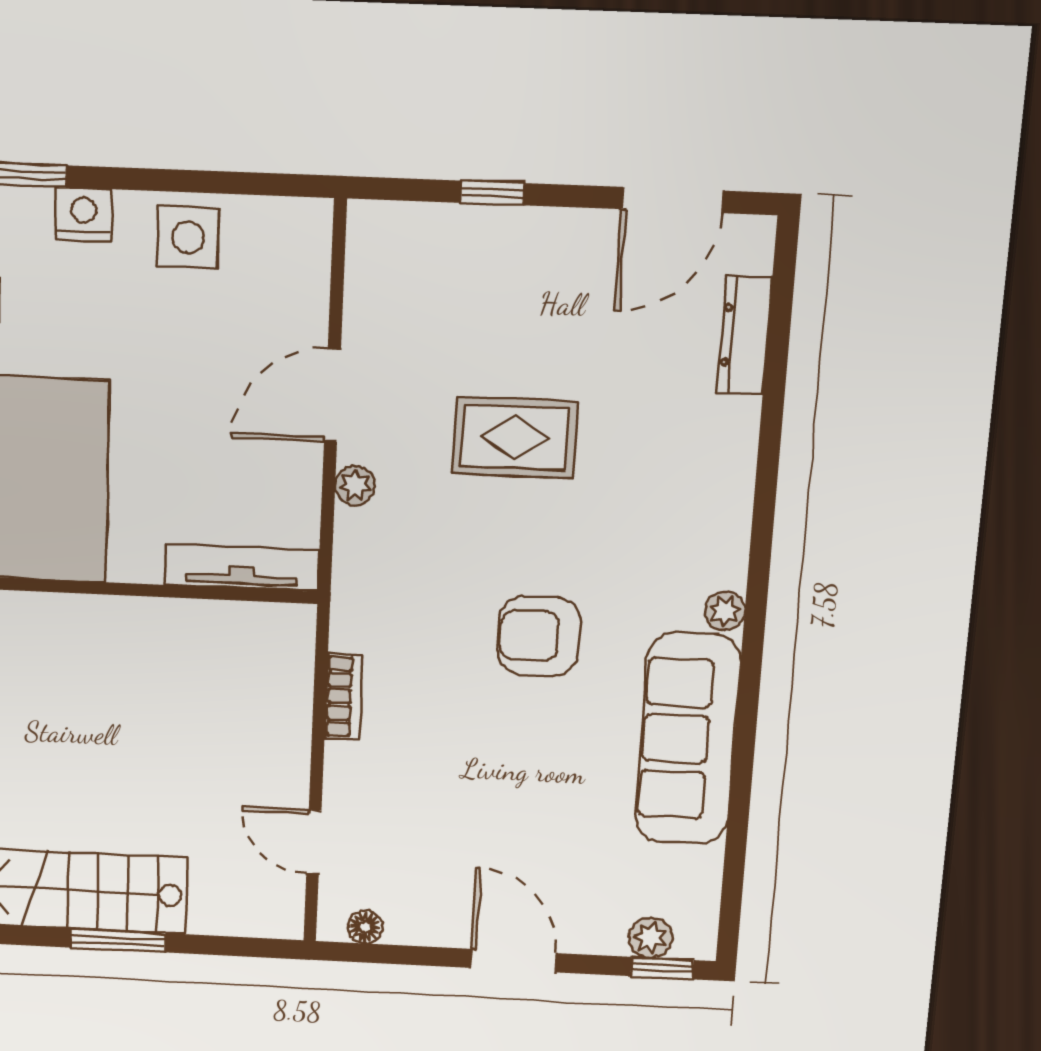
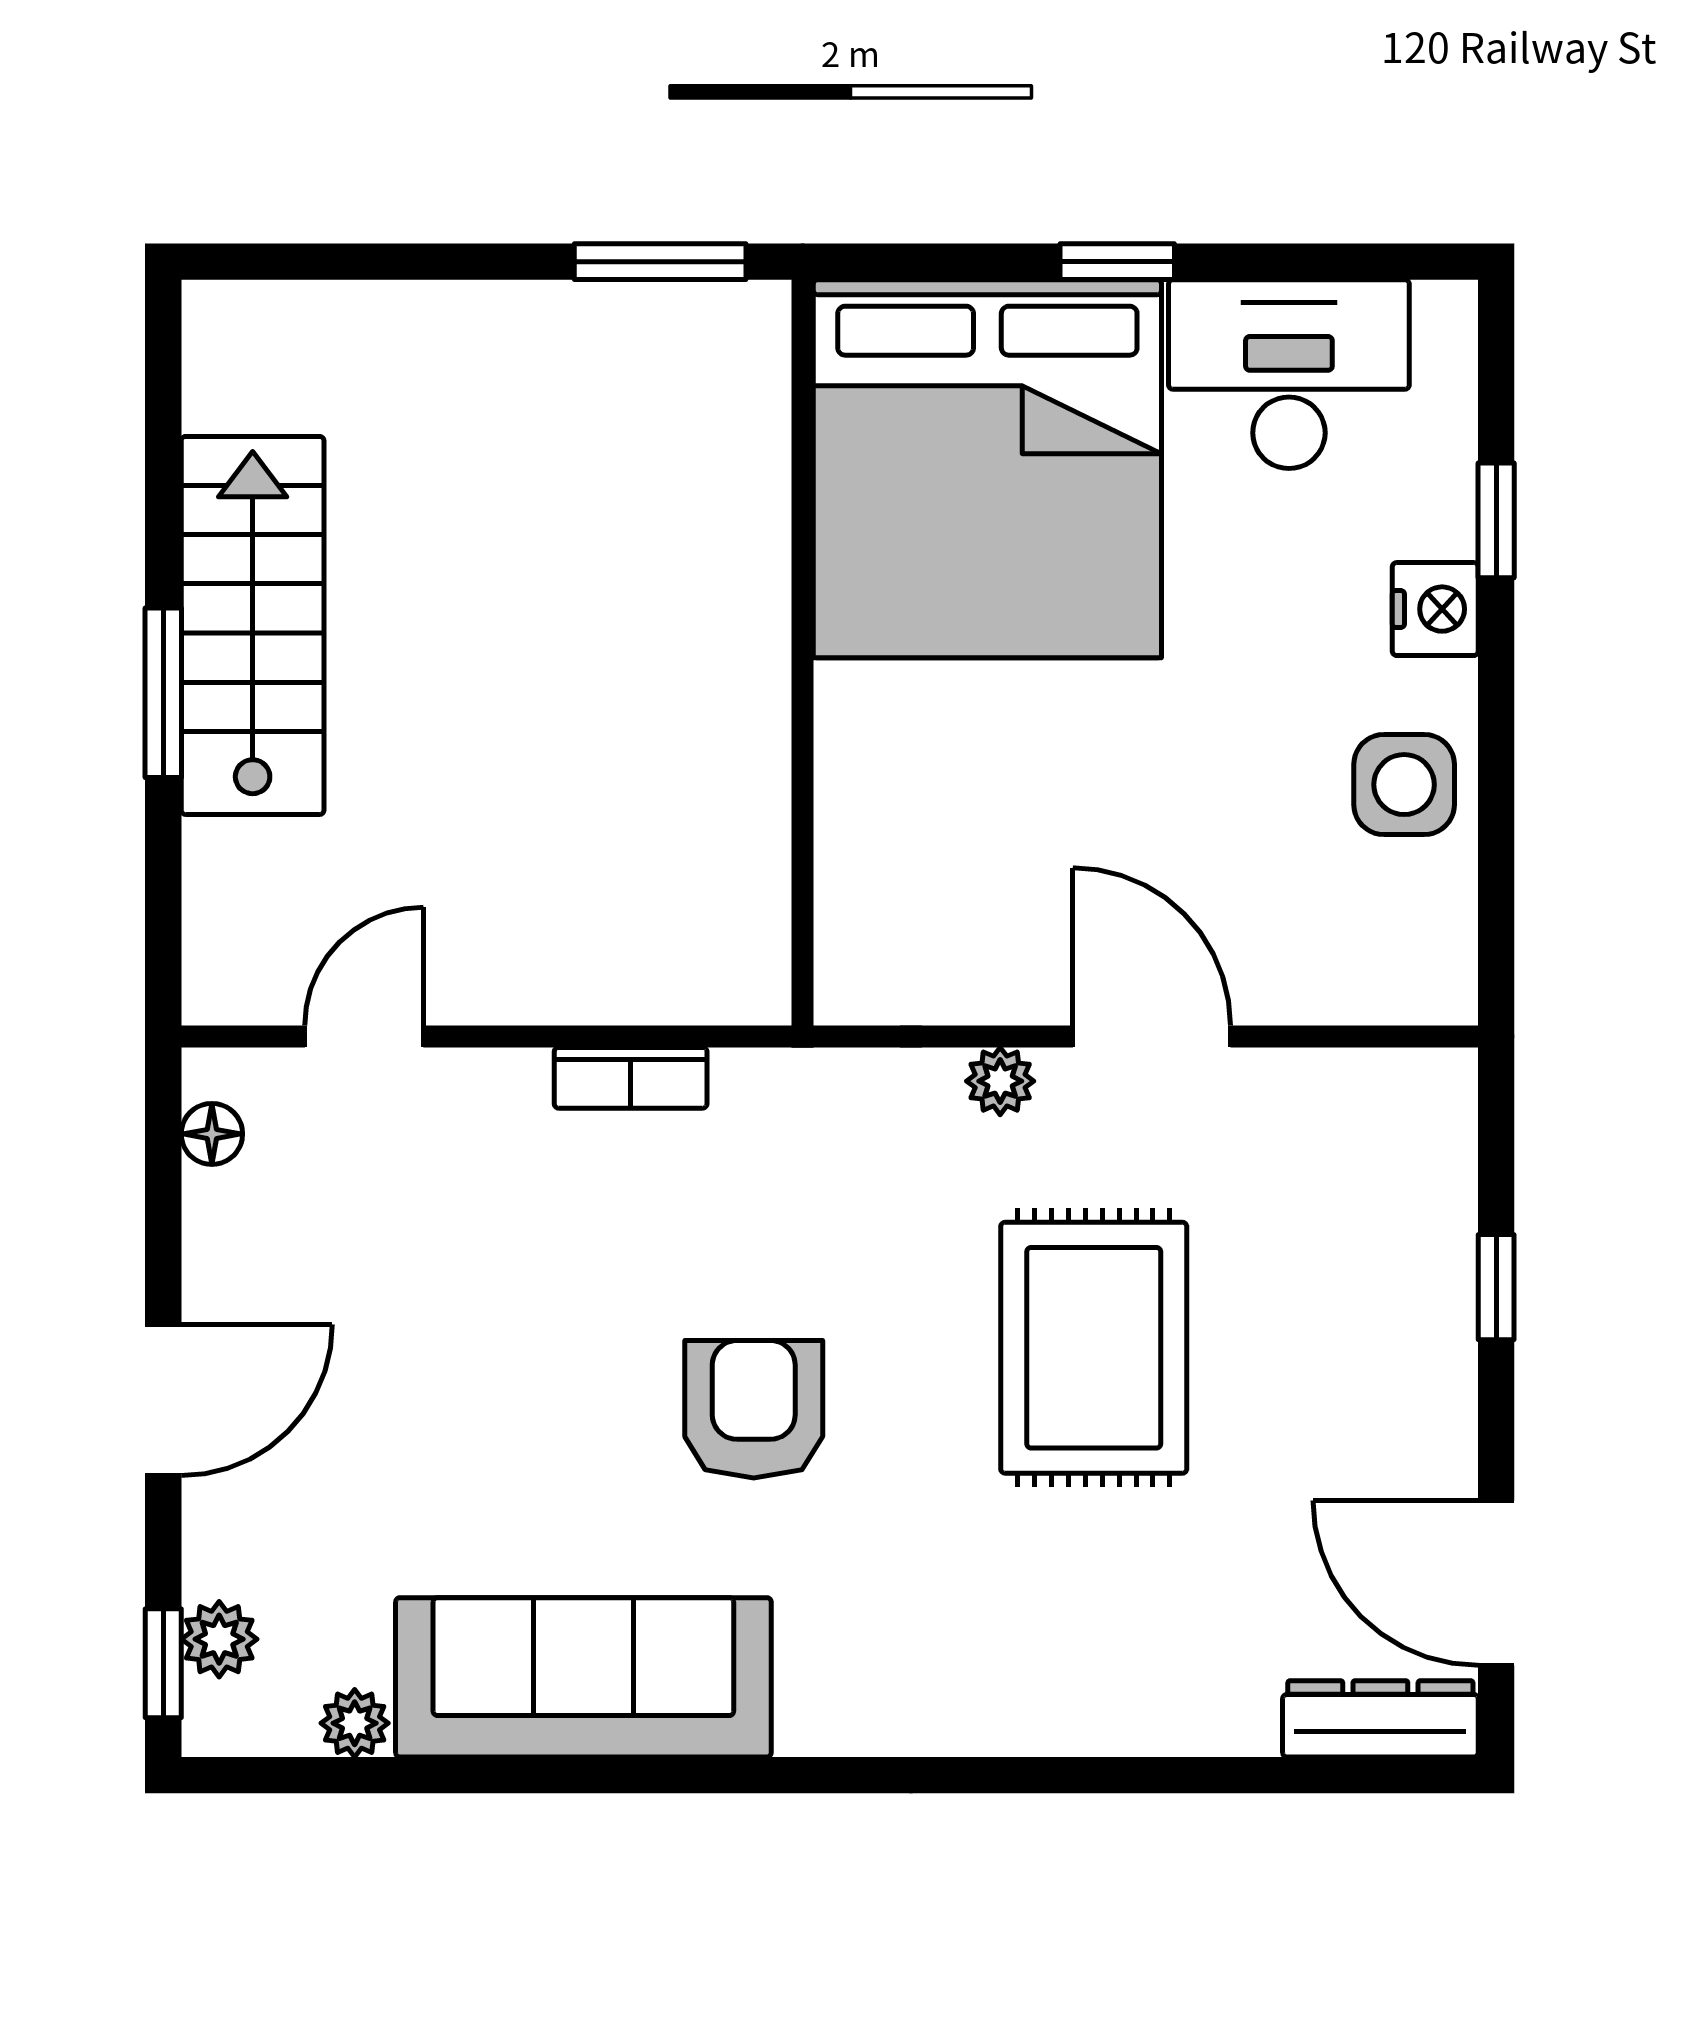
dresser: (745, 335) -> (1380, 1719), moved
rug: (515, 437) -> (1094, 1348), width x1.36, depth x1.43
tv unit: (242, 568) -> (849, 893), removed
plant: (725, 611) -> (355, 1723), moved

